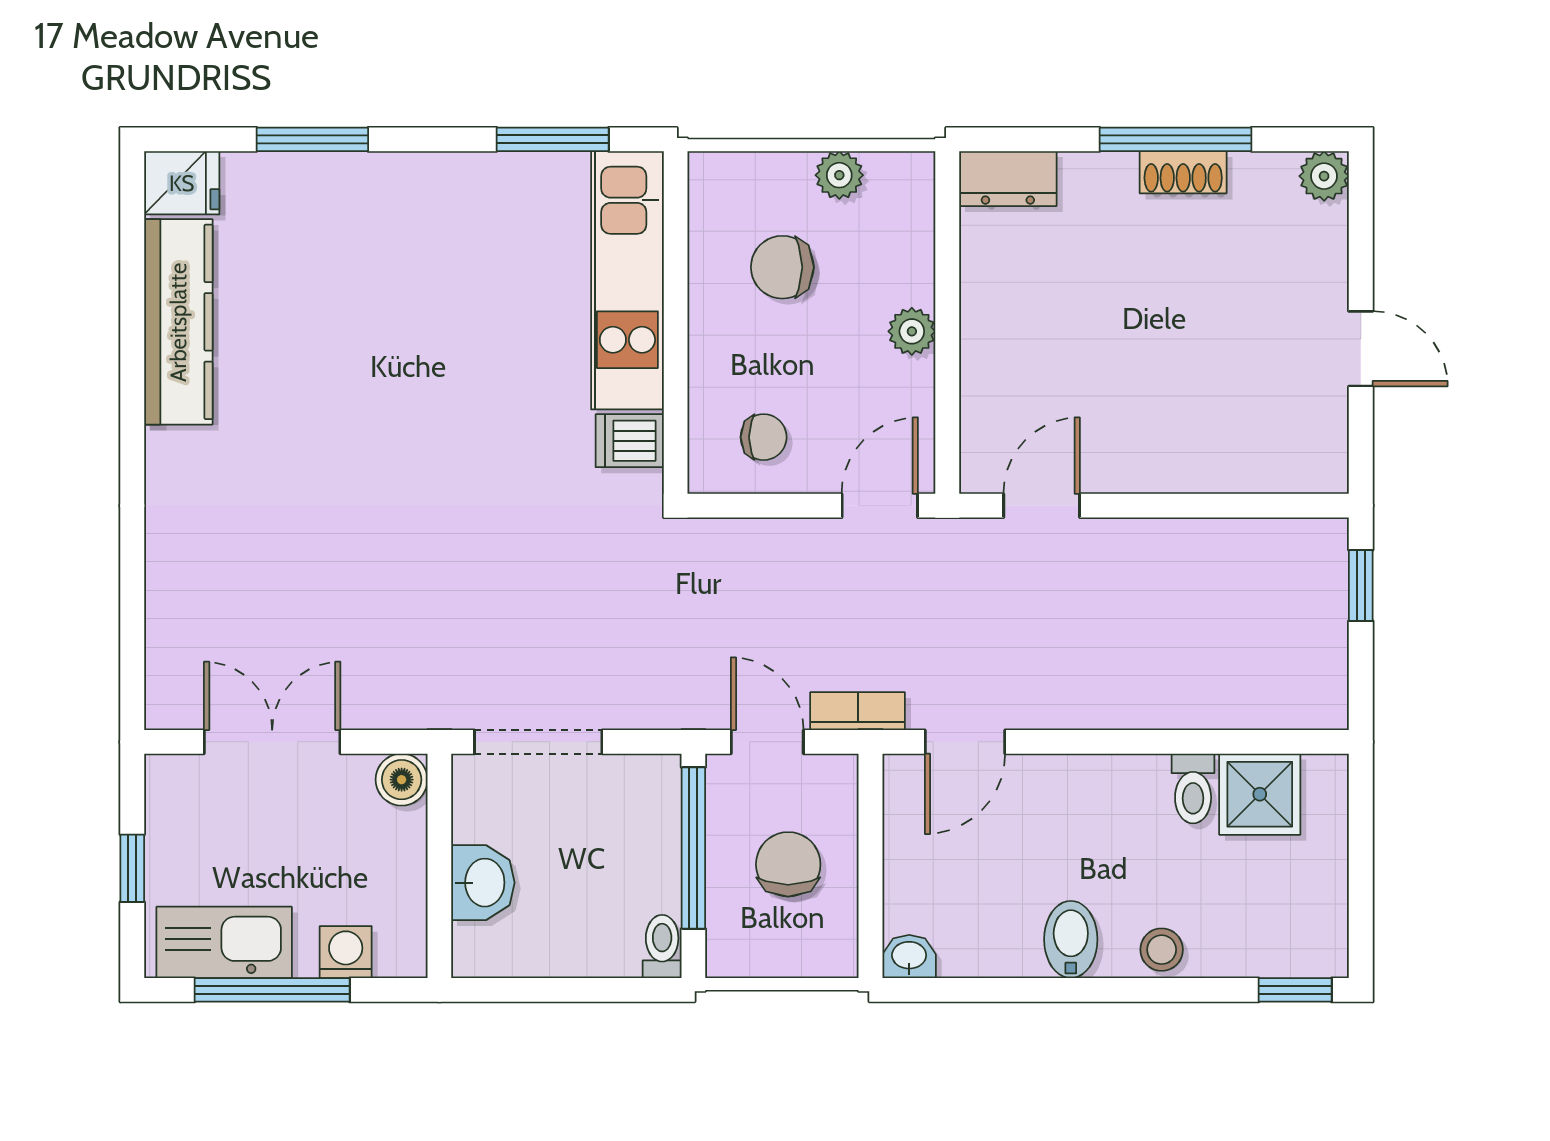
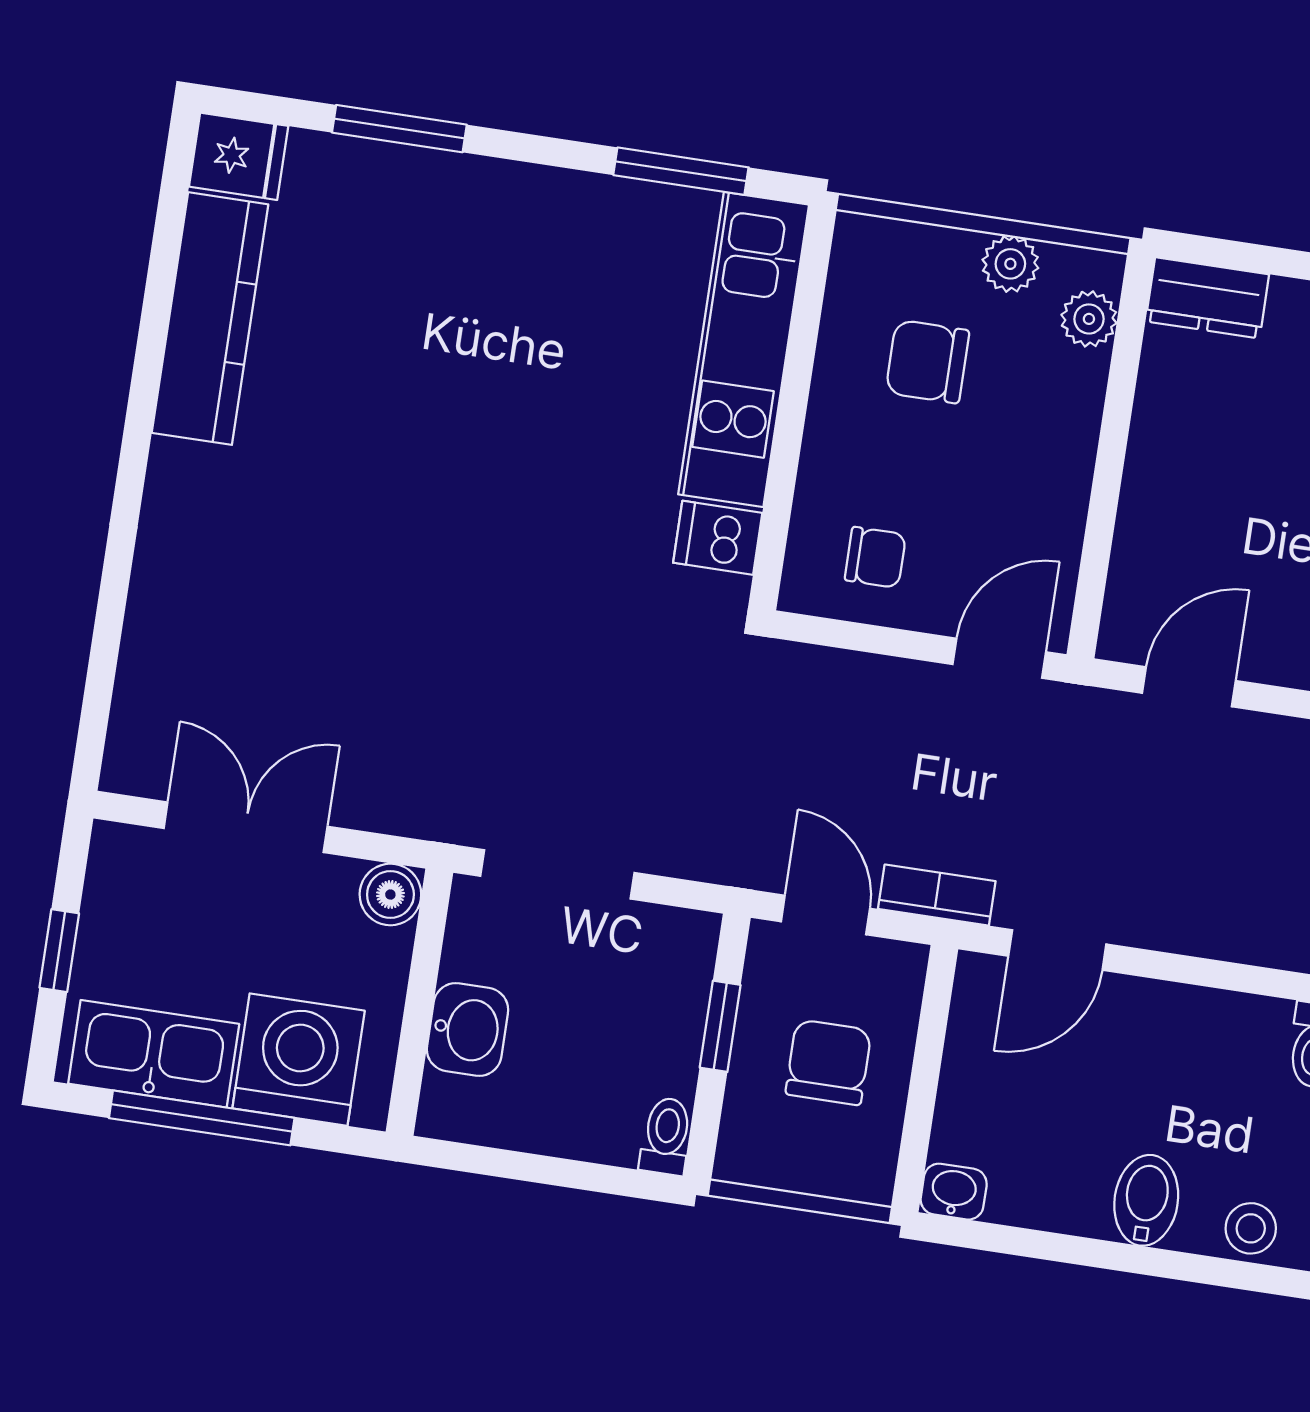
plant: (912, 331) -> (1089, 319), moved
window: (693, 848) -> (720, 1026), width x0.46
washing machine: (346, 952) -> (299, 1060), width x1.89, depth x1.89

